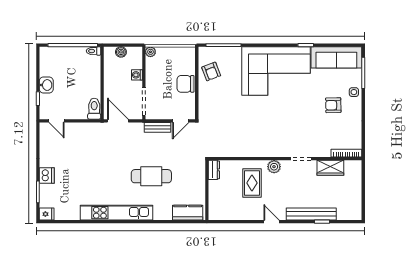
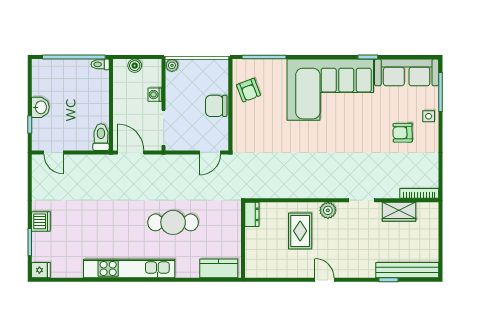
bench: (157, 127) -> (181, 161), removed
bench: (311, 214) -> (407, 270), moved

